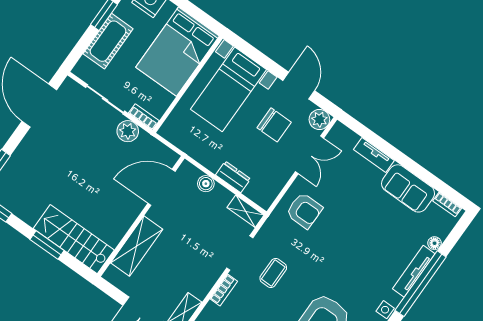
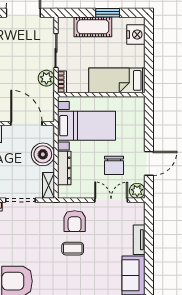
bed: (178, 52) -> (117, 80), width x0.67
bed with nightstands: (228, 89) -> (86, 126), moved, turned 180
double door: (310, 155) -> (111, 200), swing flipped
dresser: (233, 177) -> (64, 168), width x1.44
boiler: (206, 184) -> (43, 154), width x1.86, depth x1.86
coffee table: (273, 273) -> (73, 249), moved

